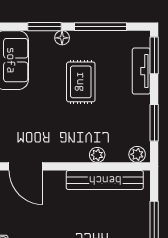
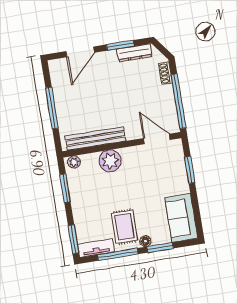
tv unit: (141, 71) -> (96, 248), moved, turned -90
rug: (81, 82) -> (124, 227), moved
plant: (97, 155) -> (110, 161), width x1.88, depth x1.88

